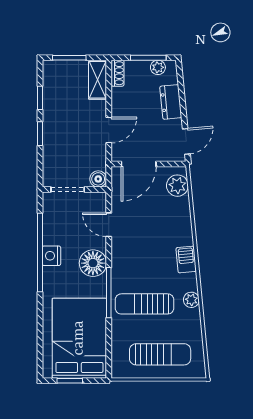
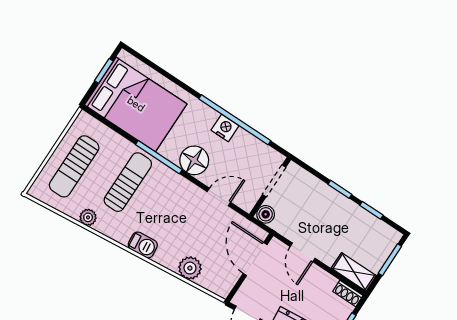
plant: (177, 186) -> (190, 268), moved
plant: (191, 300) -> (88, 217), moved

